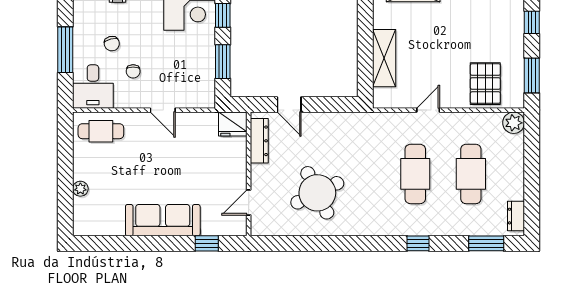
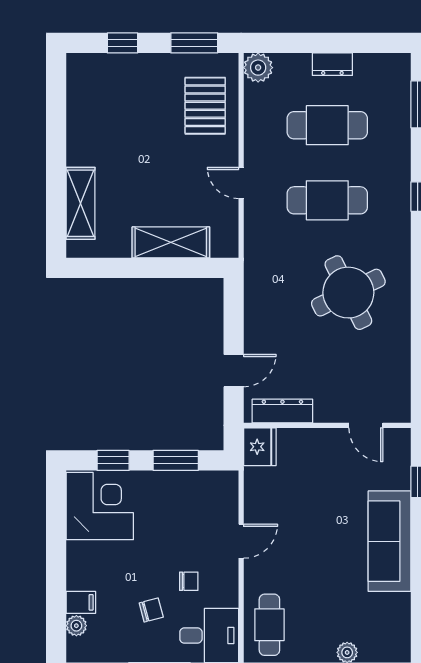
pallet: (485, 84) -> (205, 106), turned 90
round table: (317, 193) -> (348, 293), moved
dresser: (516, 216) -> (332, 64), moved

